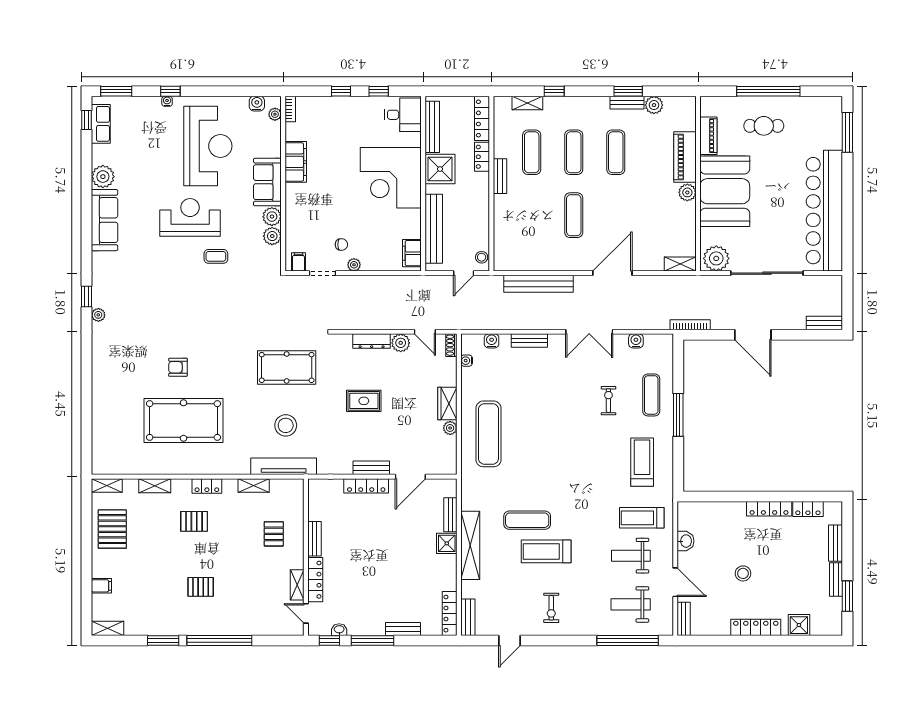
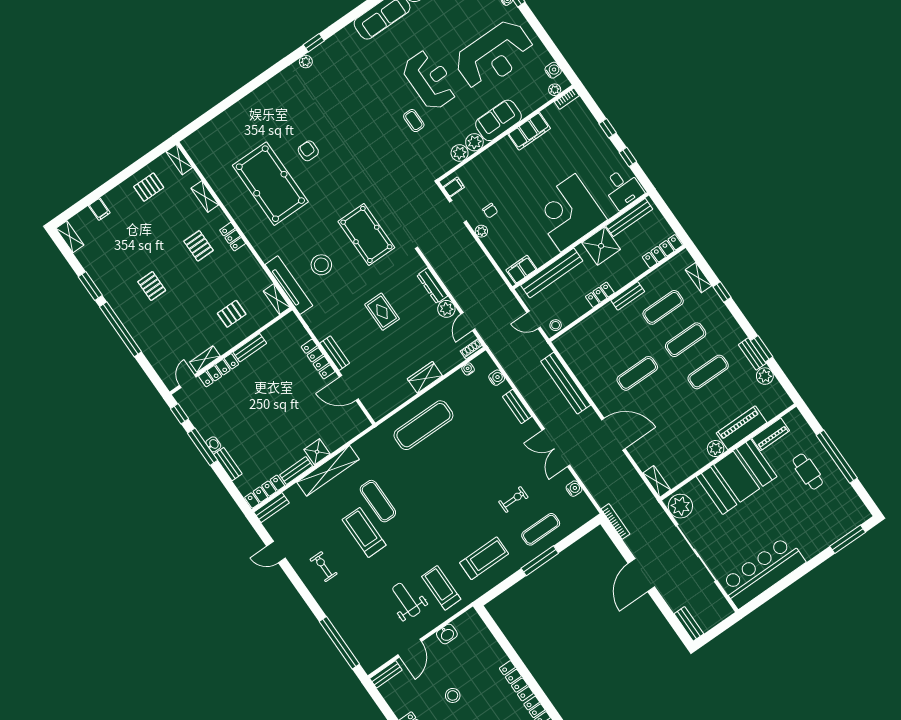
locker: (482, 157) -> (600, 295), moved
bar counter: (824, 211) -> (763, 572), width x0.73
plant: (450, 428) -> (407, 392), removed
shelving: (254, 485) -> (277, 299), moved
bench: (450, 515) -> (296, 470), moved
pallet: (112, 529) -> (149, 187), width x0.67, depth x0.71
weight bench: (631, 604) -> (369, 626), removed
exercise bike: (551, 608) -> (324, 567), turned 90
washbasin: (339, 630) -> (213, 444), moved

